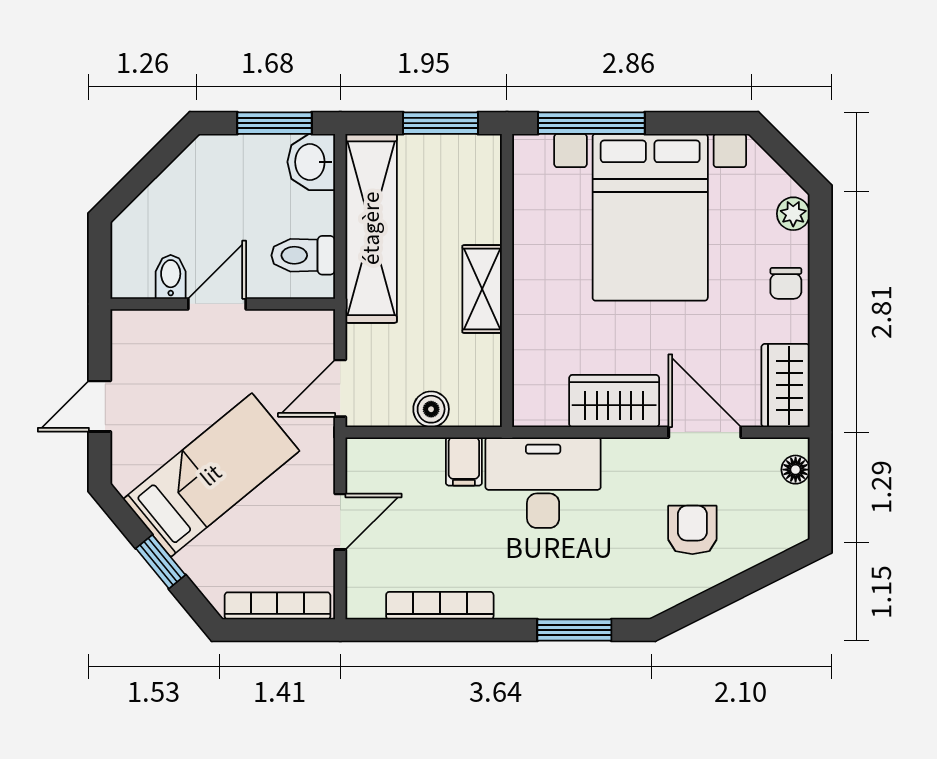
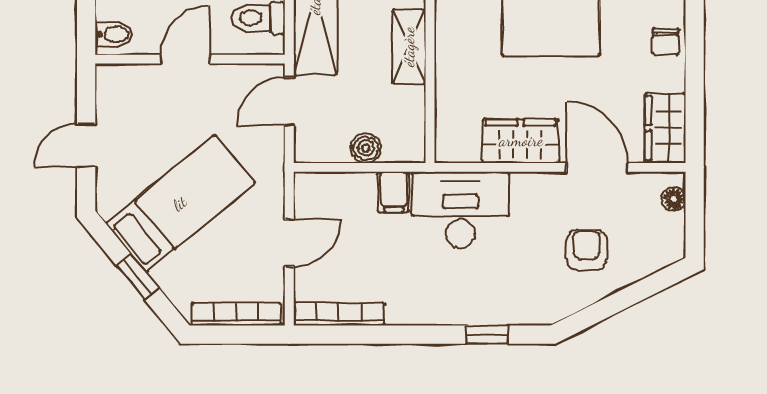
bidet: (171, 277) -> (114, 34), moved, turned 90
door: (340, 388) -> (289, 101), moved
bookcase: (440, 606) -> (339, 314), moved
window: (574, 630) -> (487, 335), width x0.67

